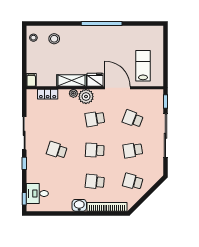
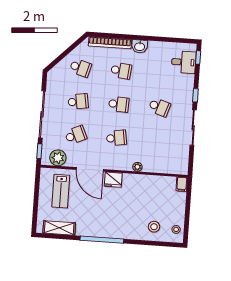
shelving: (72, 81) -> (59, 228), moved
locker: (48, 94) -> (165, 168), removed
plant: (86, 97) -> (58, 158), moved
school desk: (133, 119) -> (76, 135), turned -45

